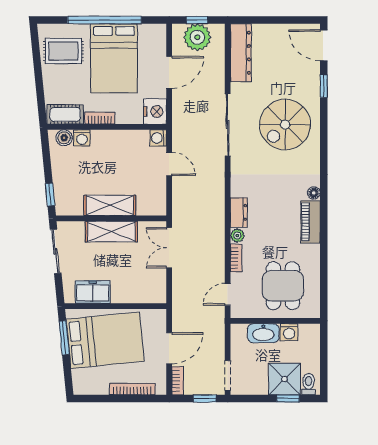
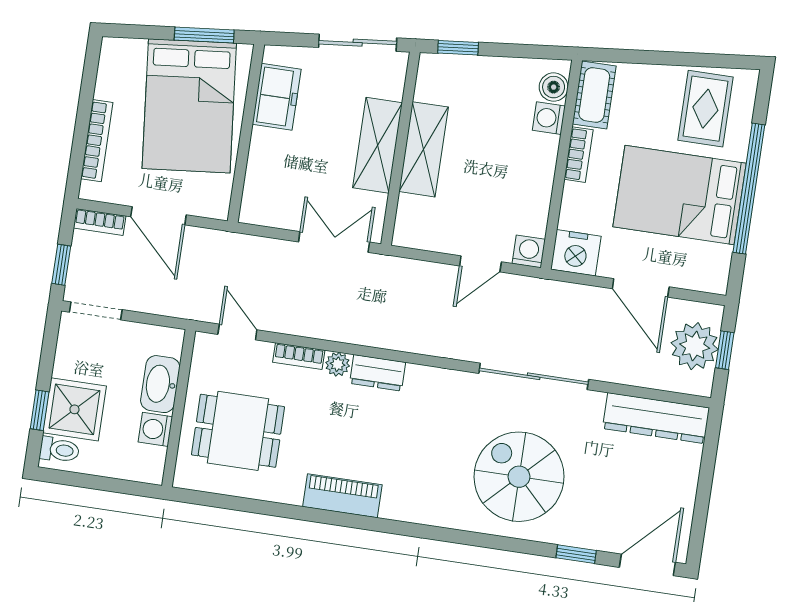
floor lamp: (314, 193) -> (392, 509), removed

